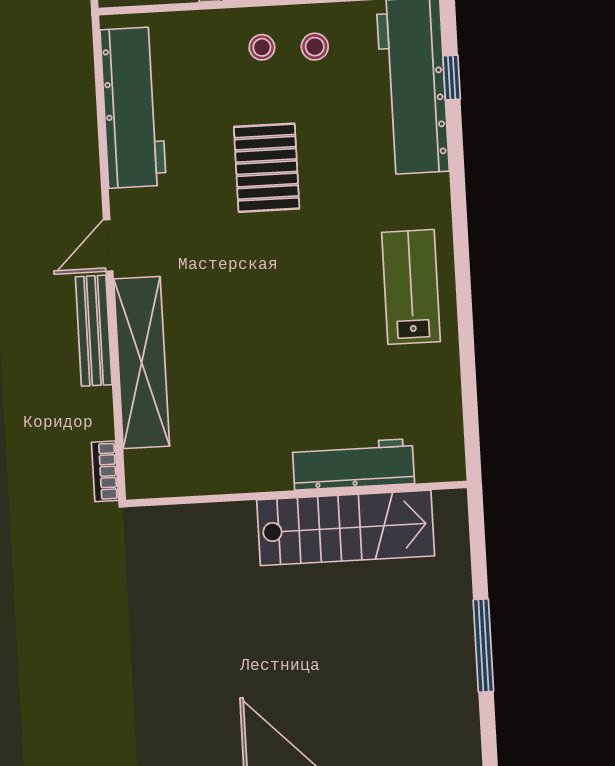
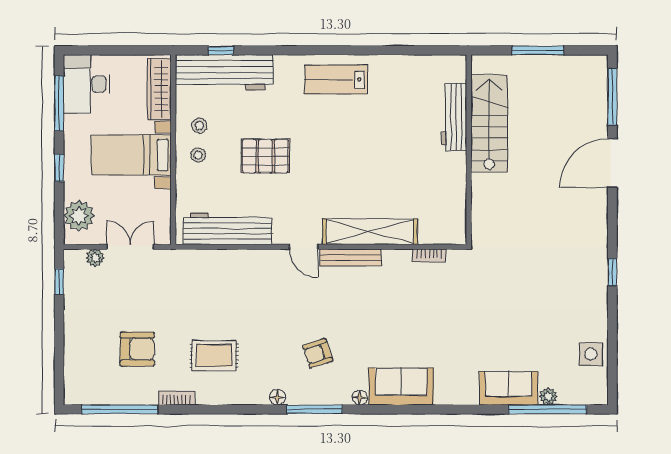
workbench: (353, 464) -> (454, 117), moved
wall: (297, 494) -> (469, 150), moved
stairs: (346, 528) -> (489, 123), moved

